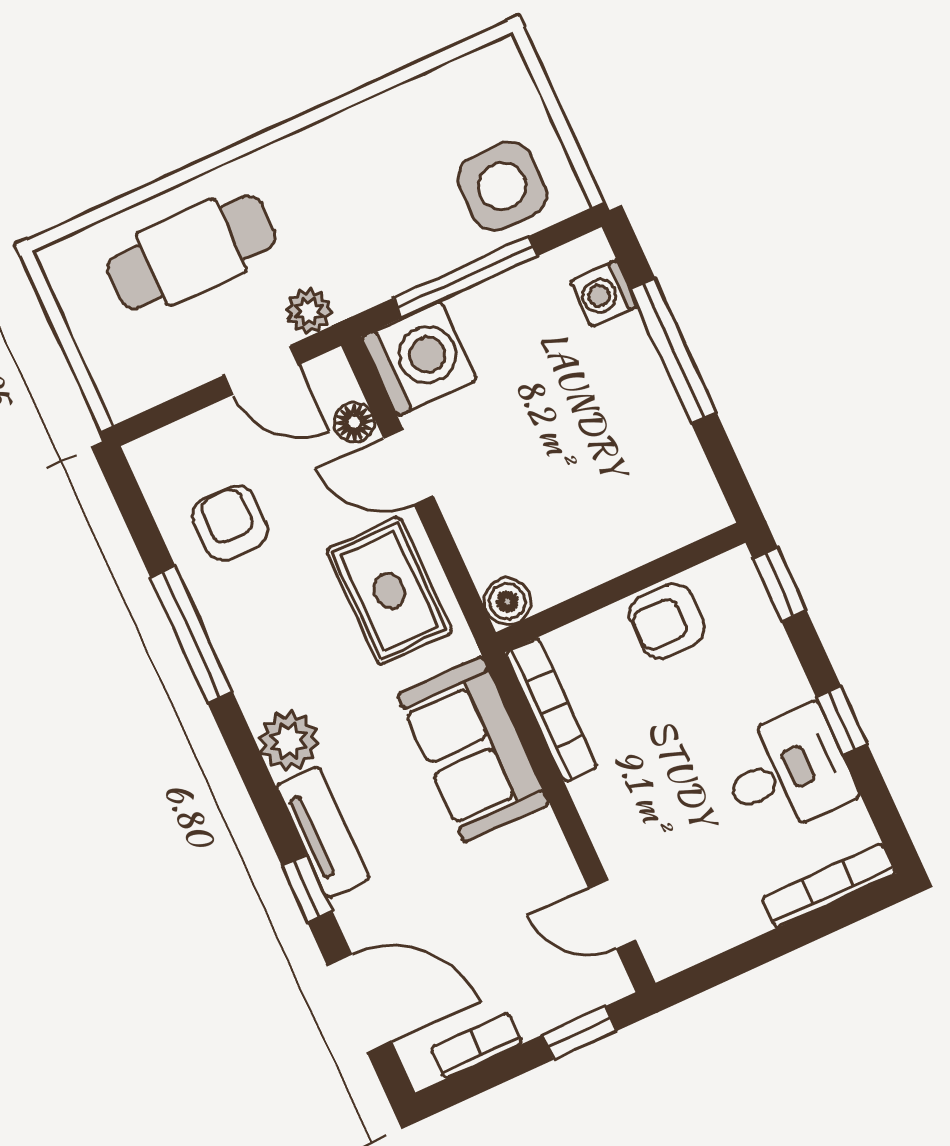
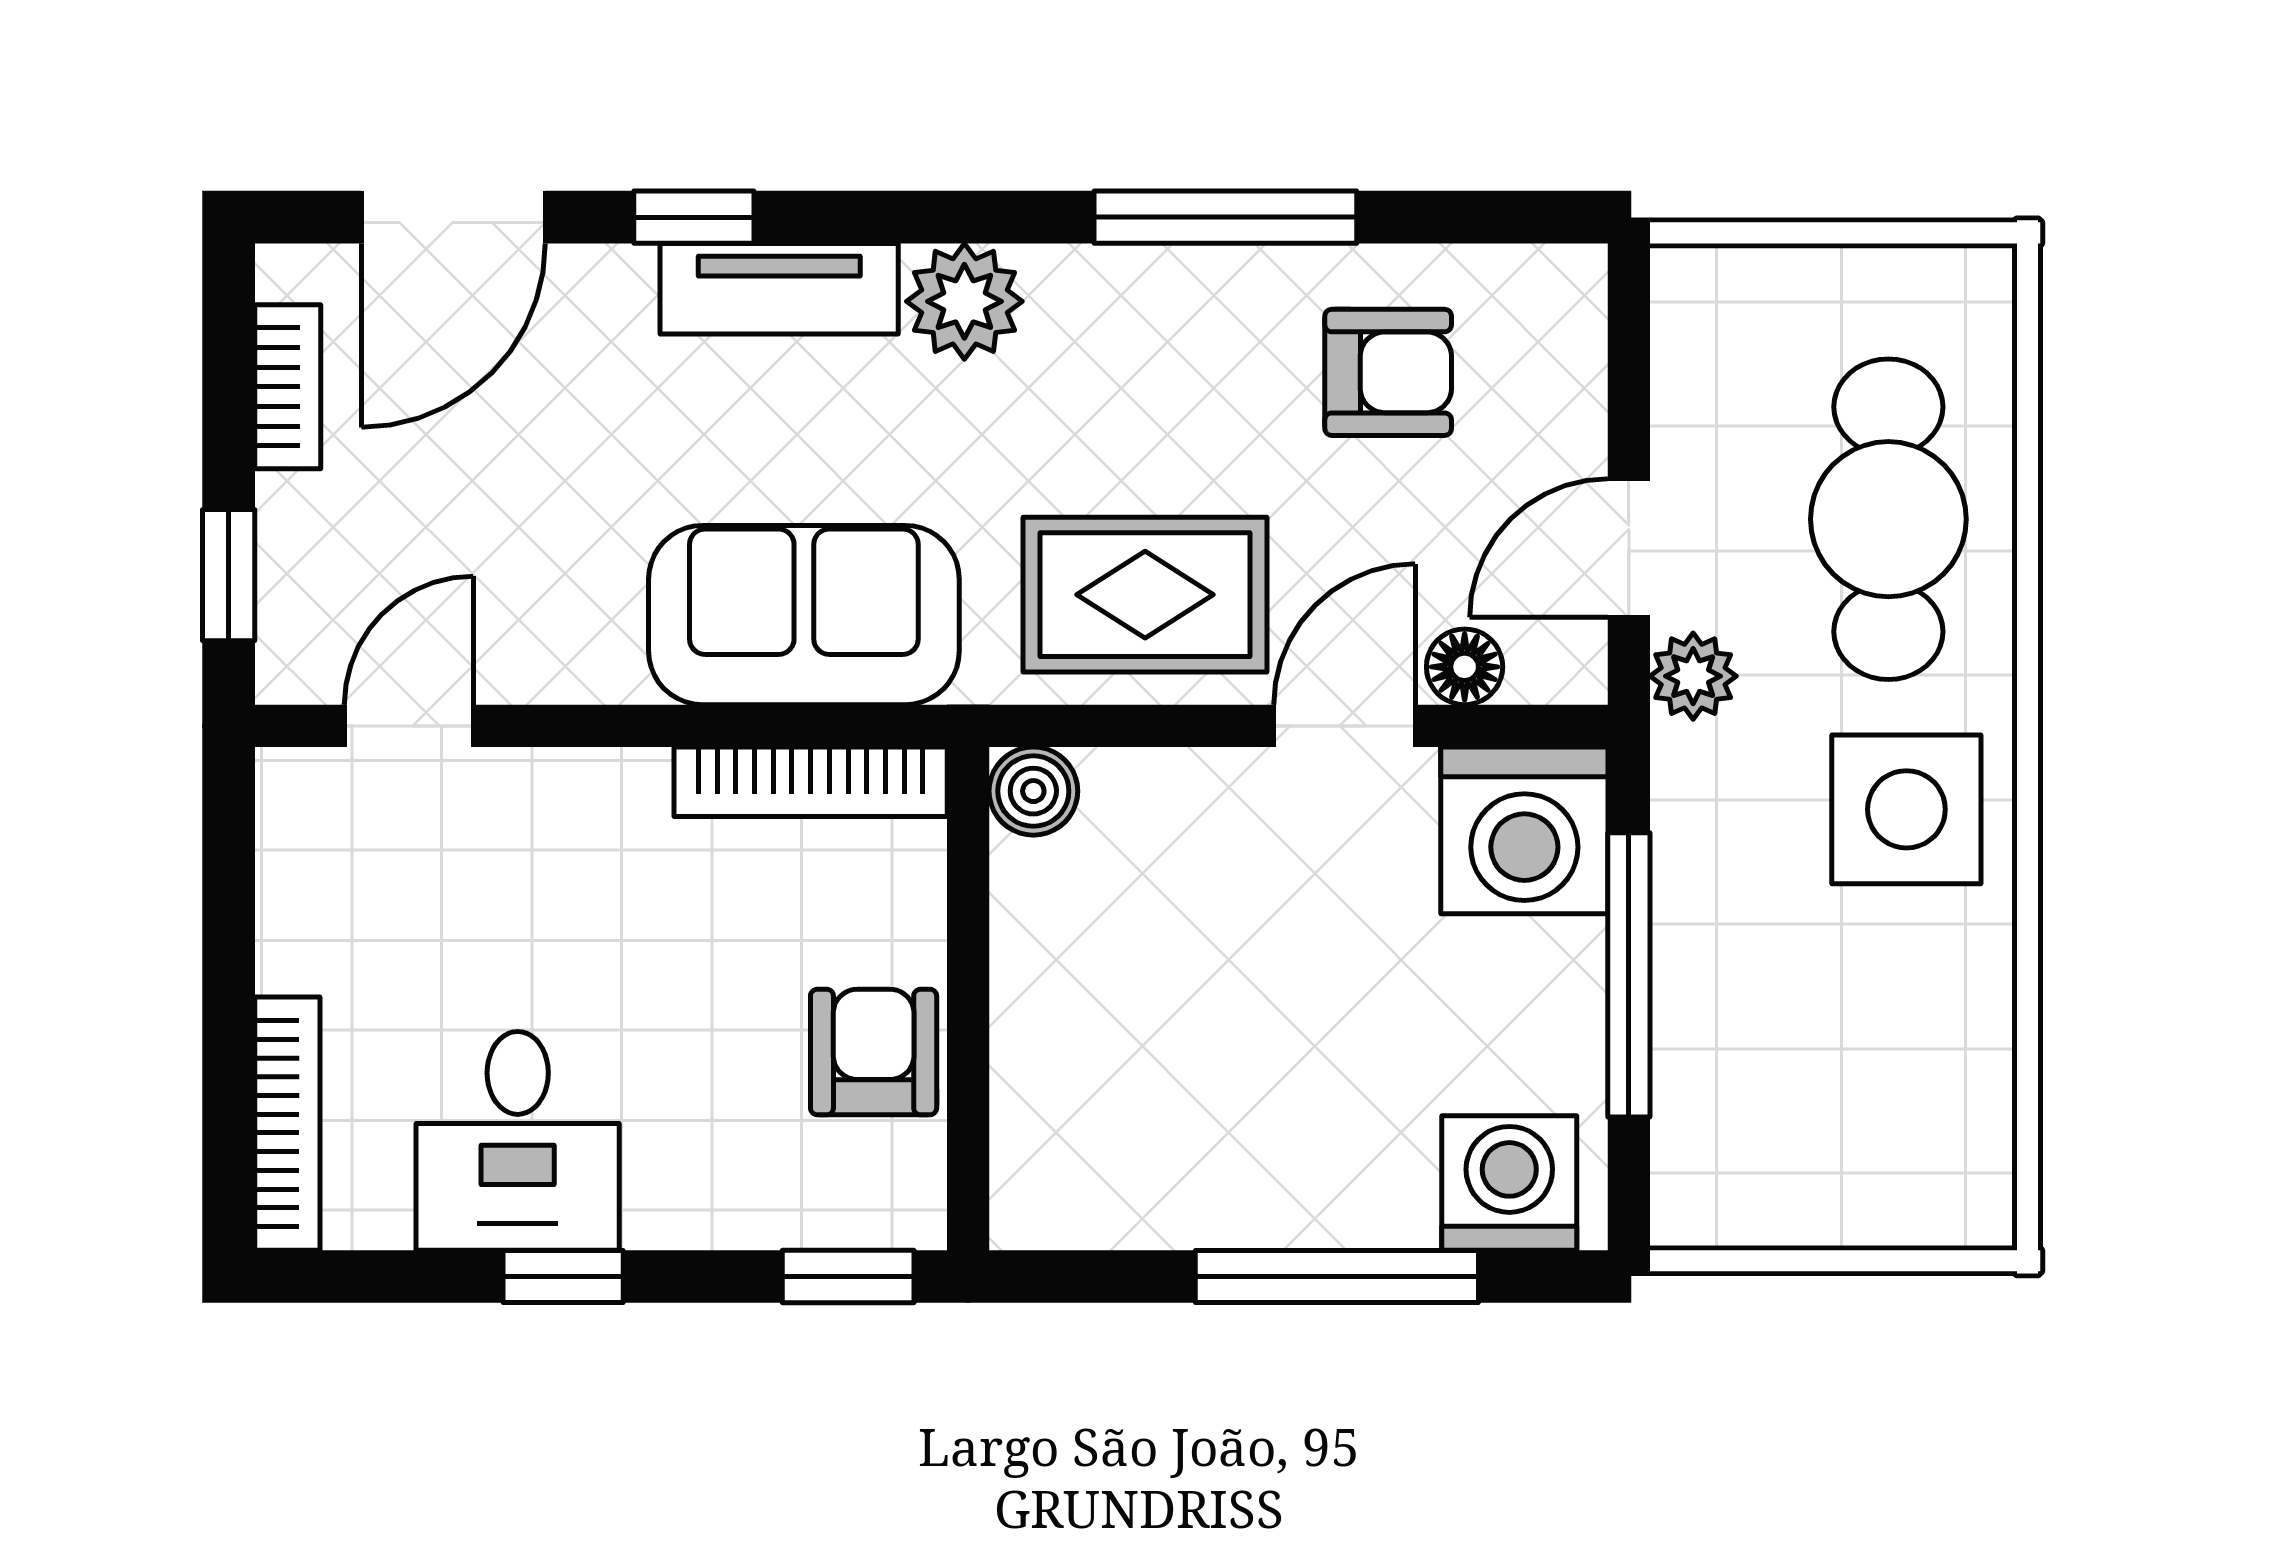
side table: (502, 186) -> (1906, 809), moved
washing machine: (604, 294) -> (1509, 1183), width x1.38, depth x1.38

